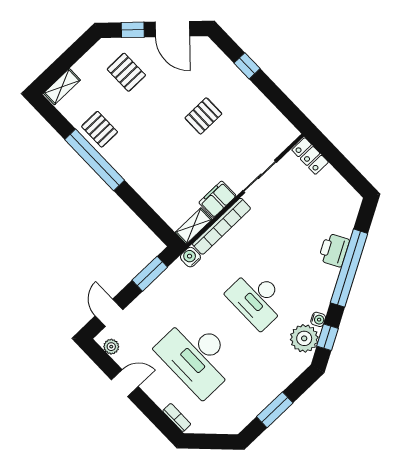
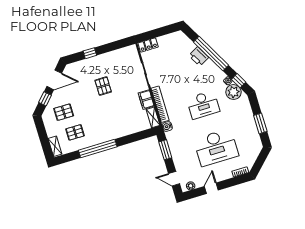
pallet: (100, 129) -> (75, 132), moved

